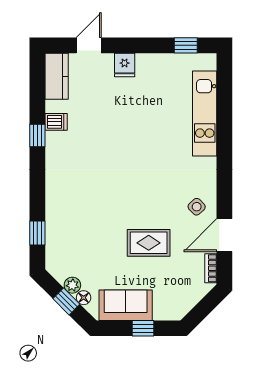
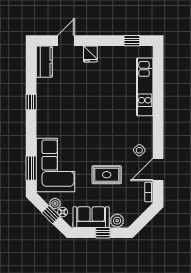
dishwasher: (56, 122) -> (44, 93), removed
corner sofa: (73, 228) -> (56, 165), added
window: (37, 233) -> (31, 168), width x1.50
plant: (164, 310) -> (117, 221), added

